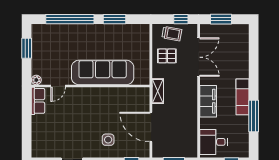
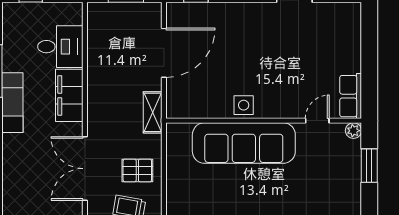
window: (27, 48) -> (369, 166), moved
door: (151, 127) -> (164, 53), hinge flipped
side table: (108, 140) -> (244, 105), moved
desk: (213, 142) -> (60, 47), moved

